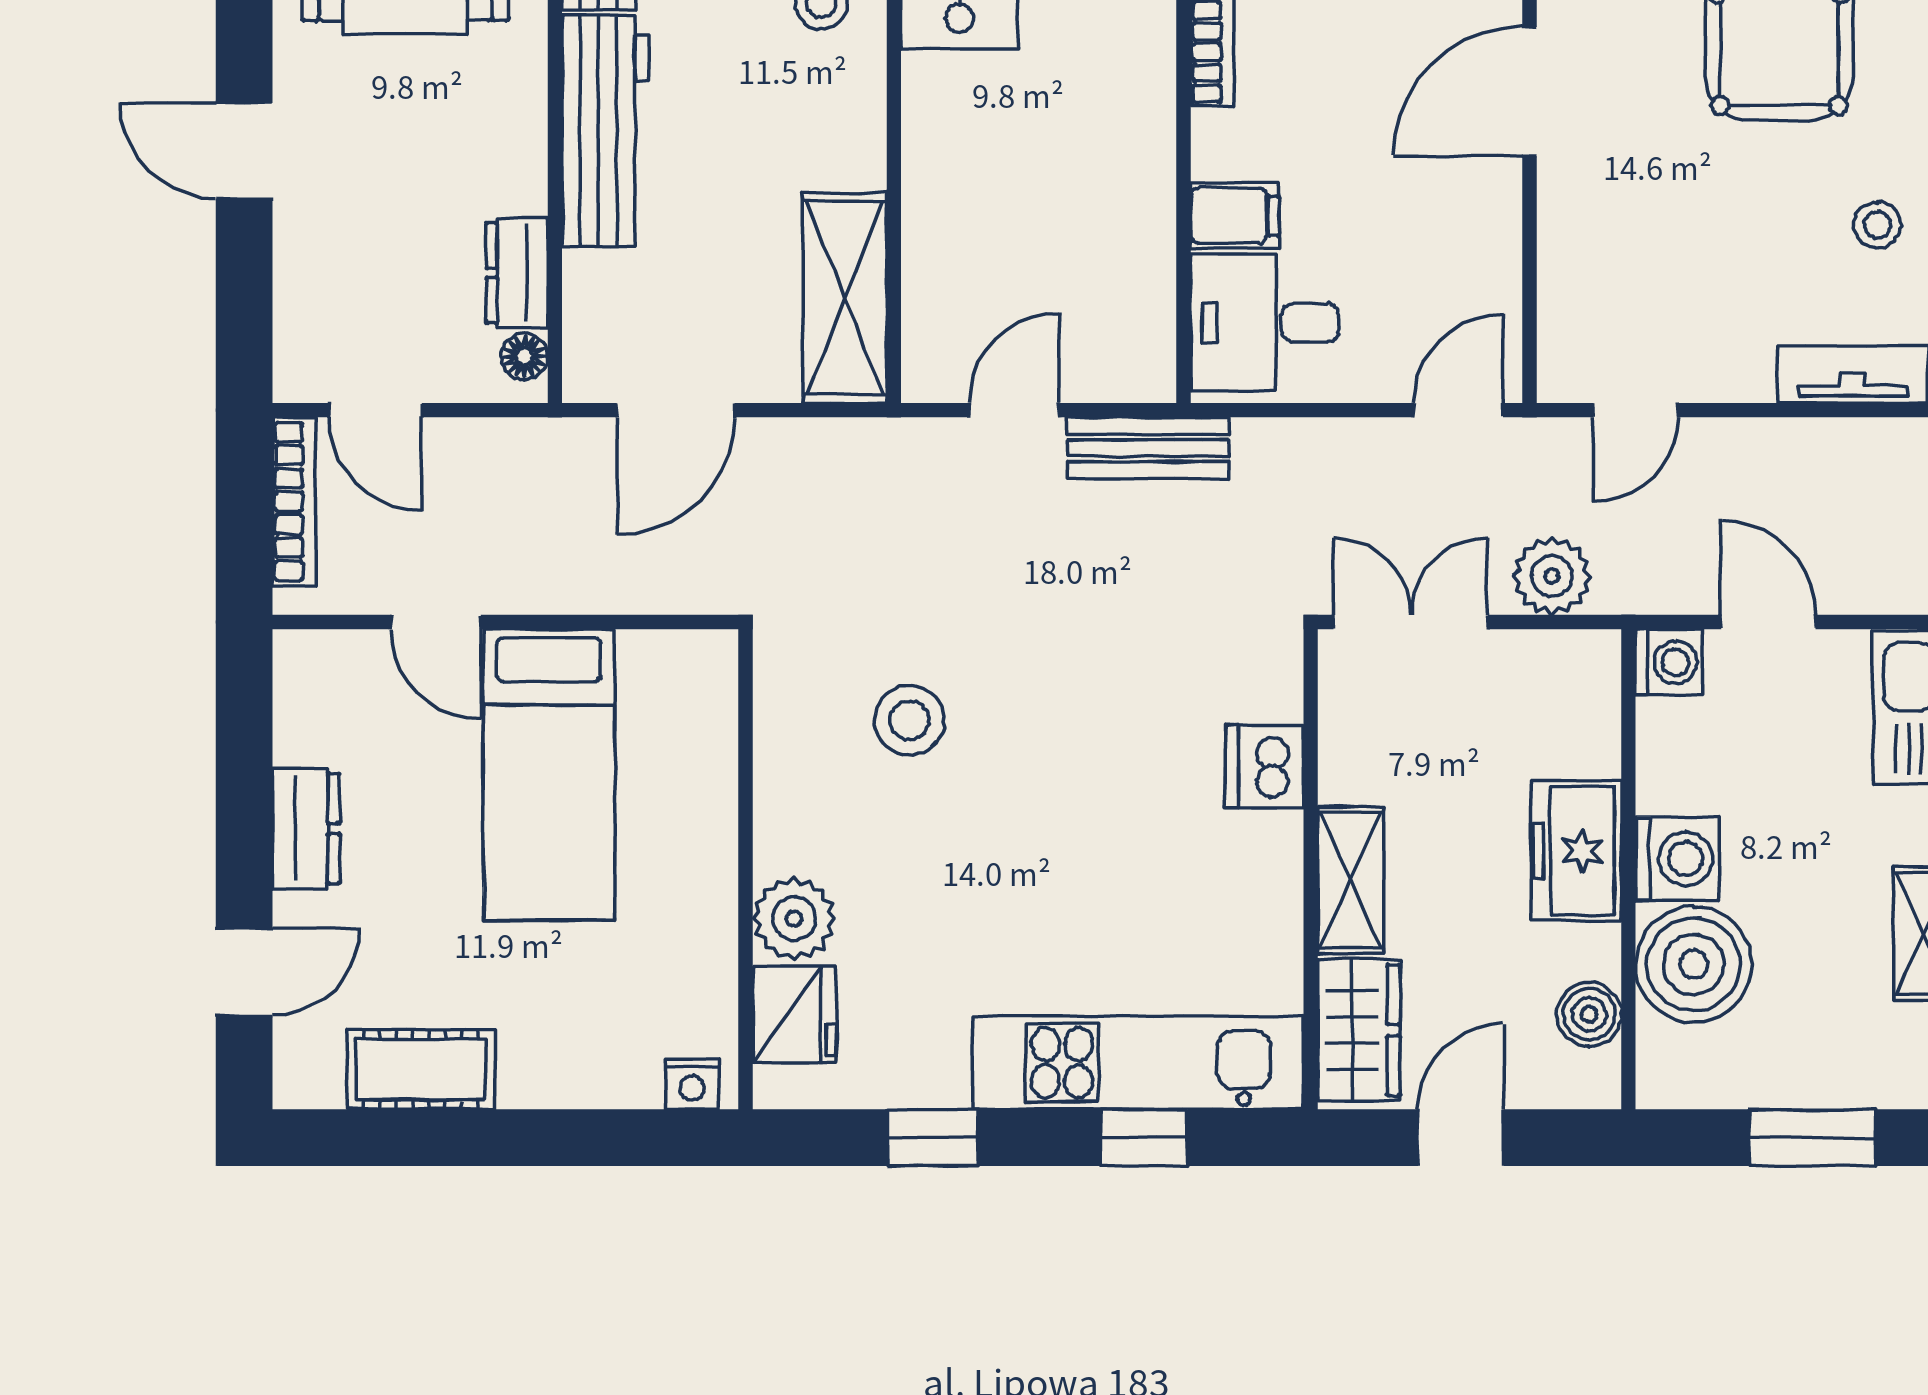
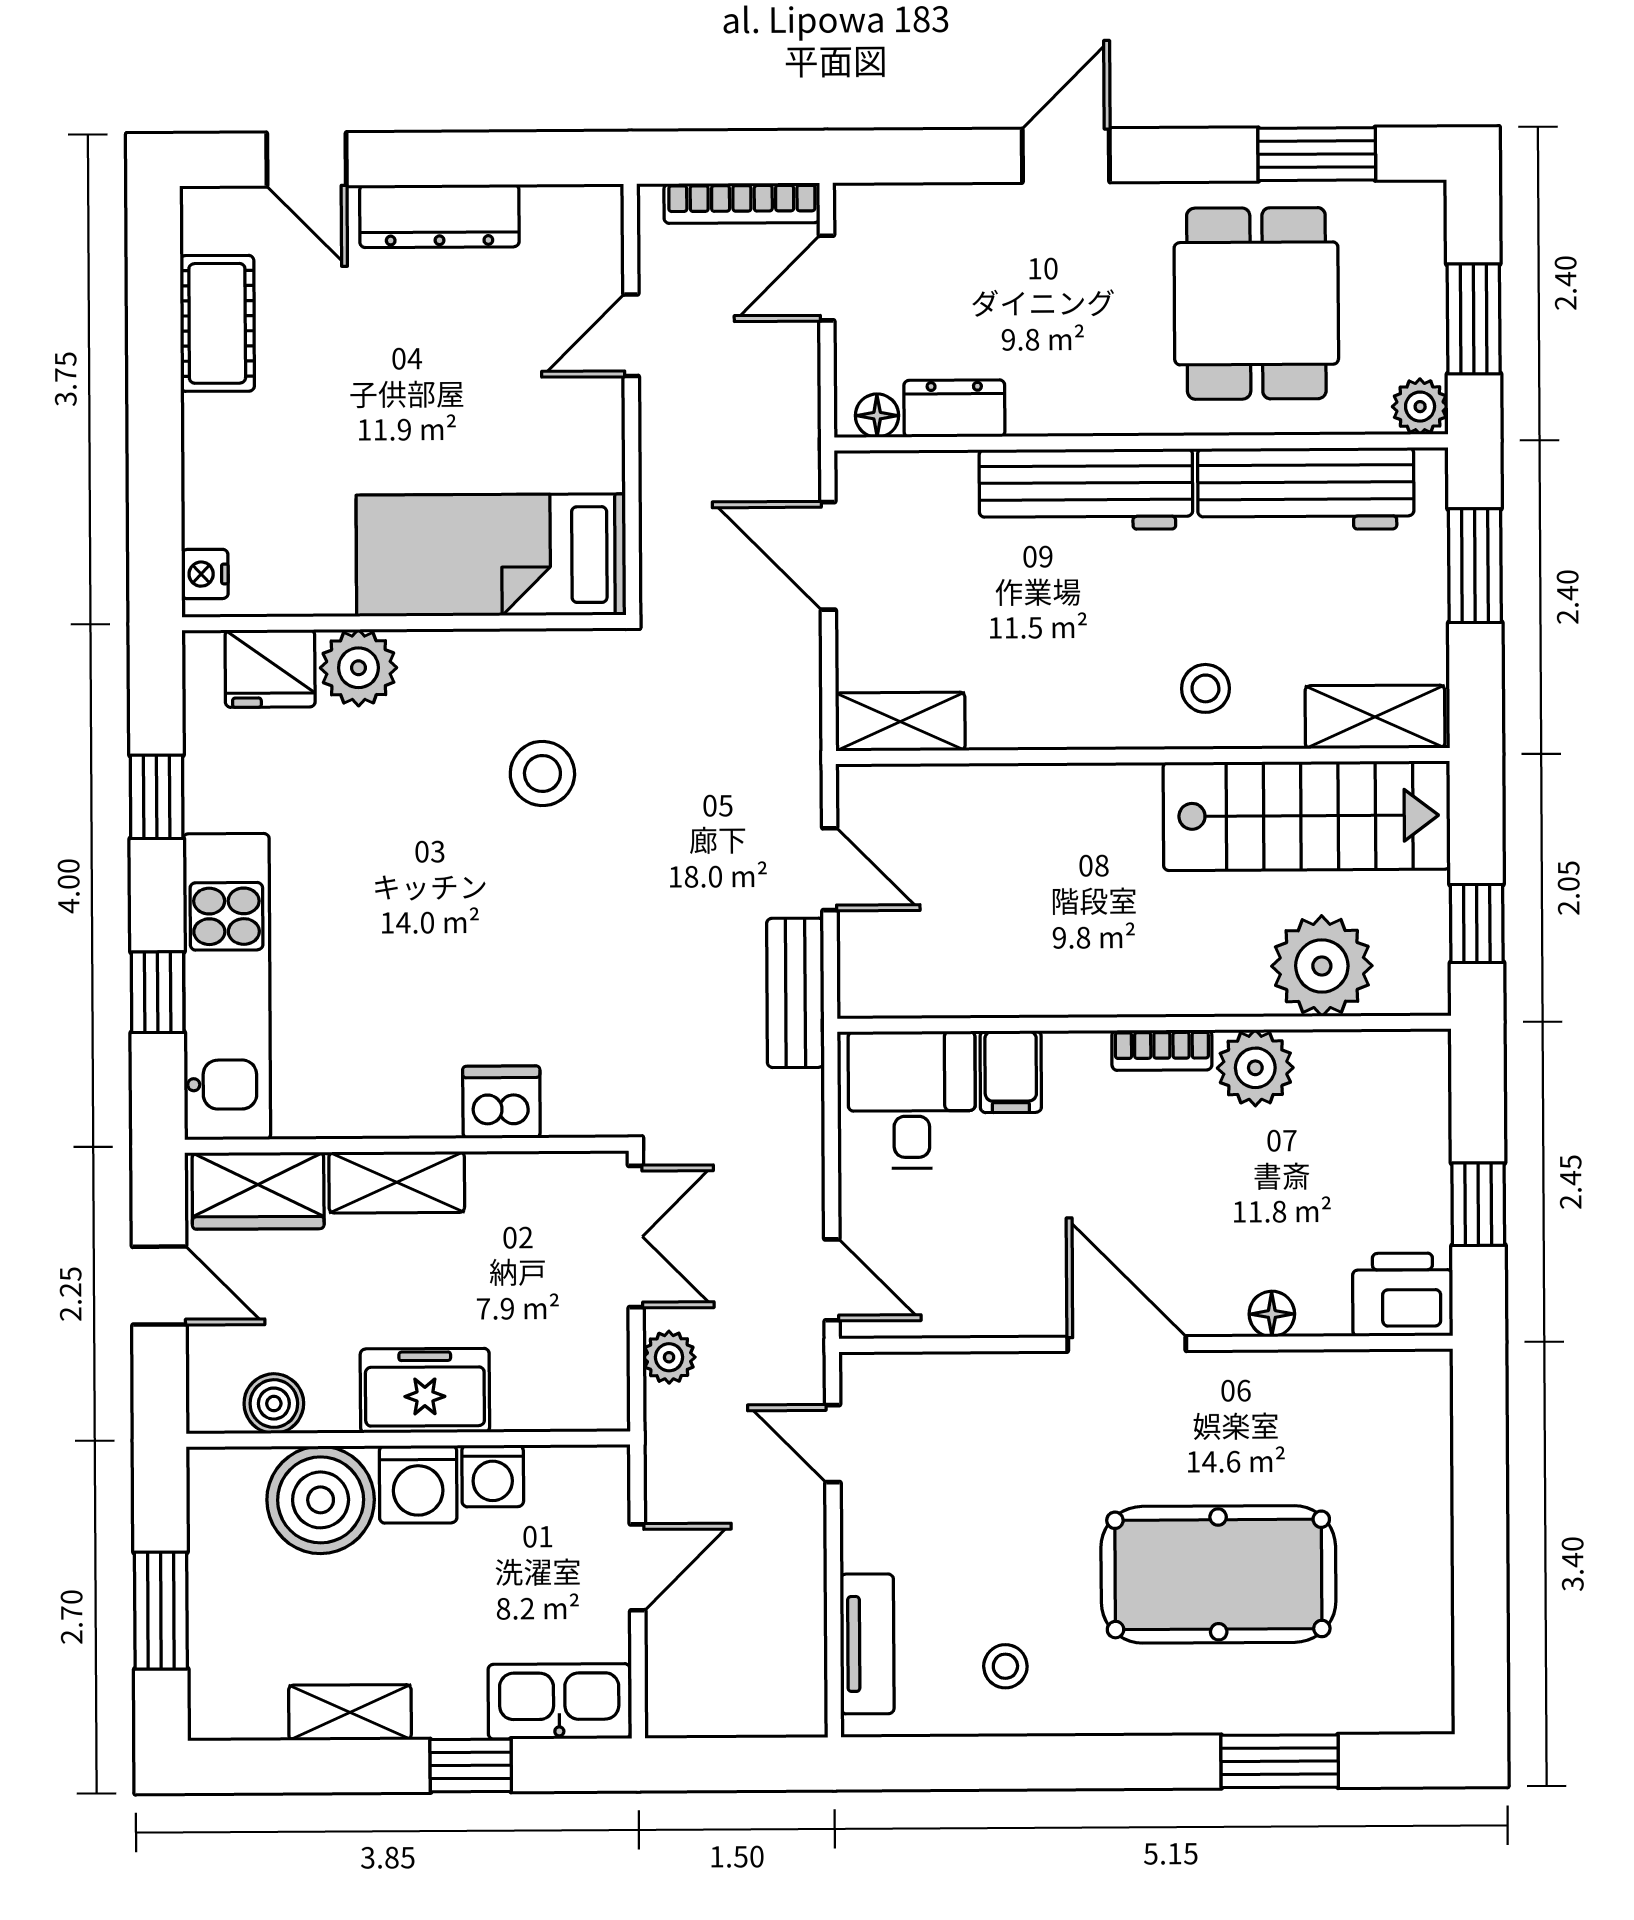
shelving: (845, 298) -> (900, 722), width x0.67, depth x0.75
plant: (1552, 576) -> (669, 1357), width x0.73, depth x0.73
washing machine: (1669, 662) -> (493, 1476), moved
bed: (549, 775) -> (491, 555), moved
dresser: (306, 829) -> (439, 216), width x1.44

